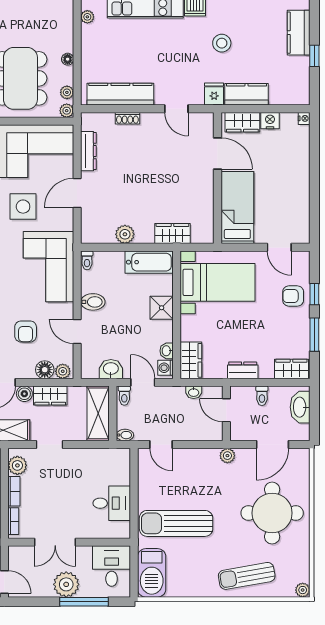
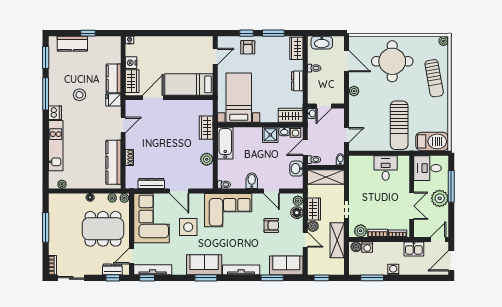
shower: (162, 308) -> (270, 135), moved
door: (77, 332) -> (271, 191), hinge flipped
door: (226, 410) -> (324, 106), moved
wall: (226, 413) -> (326, 106), moved

